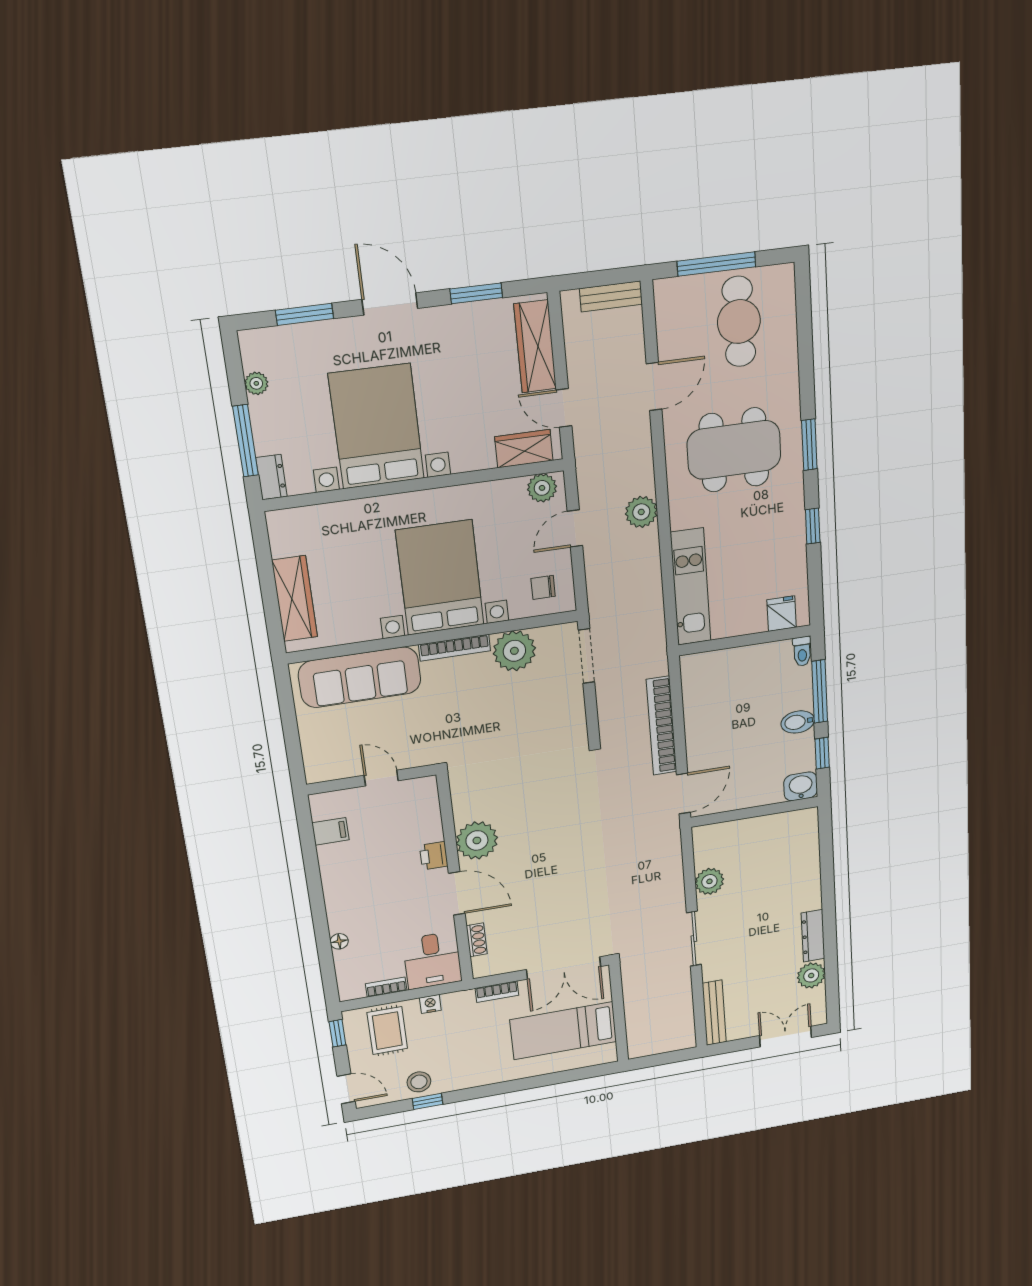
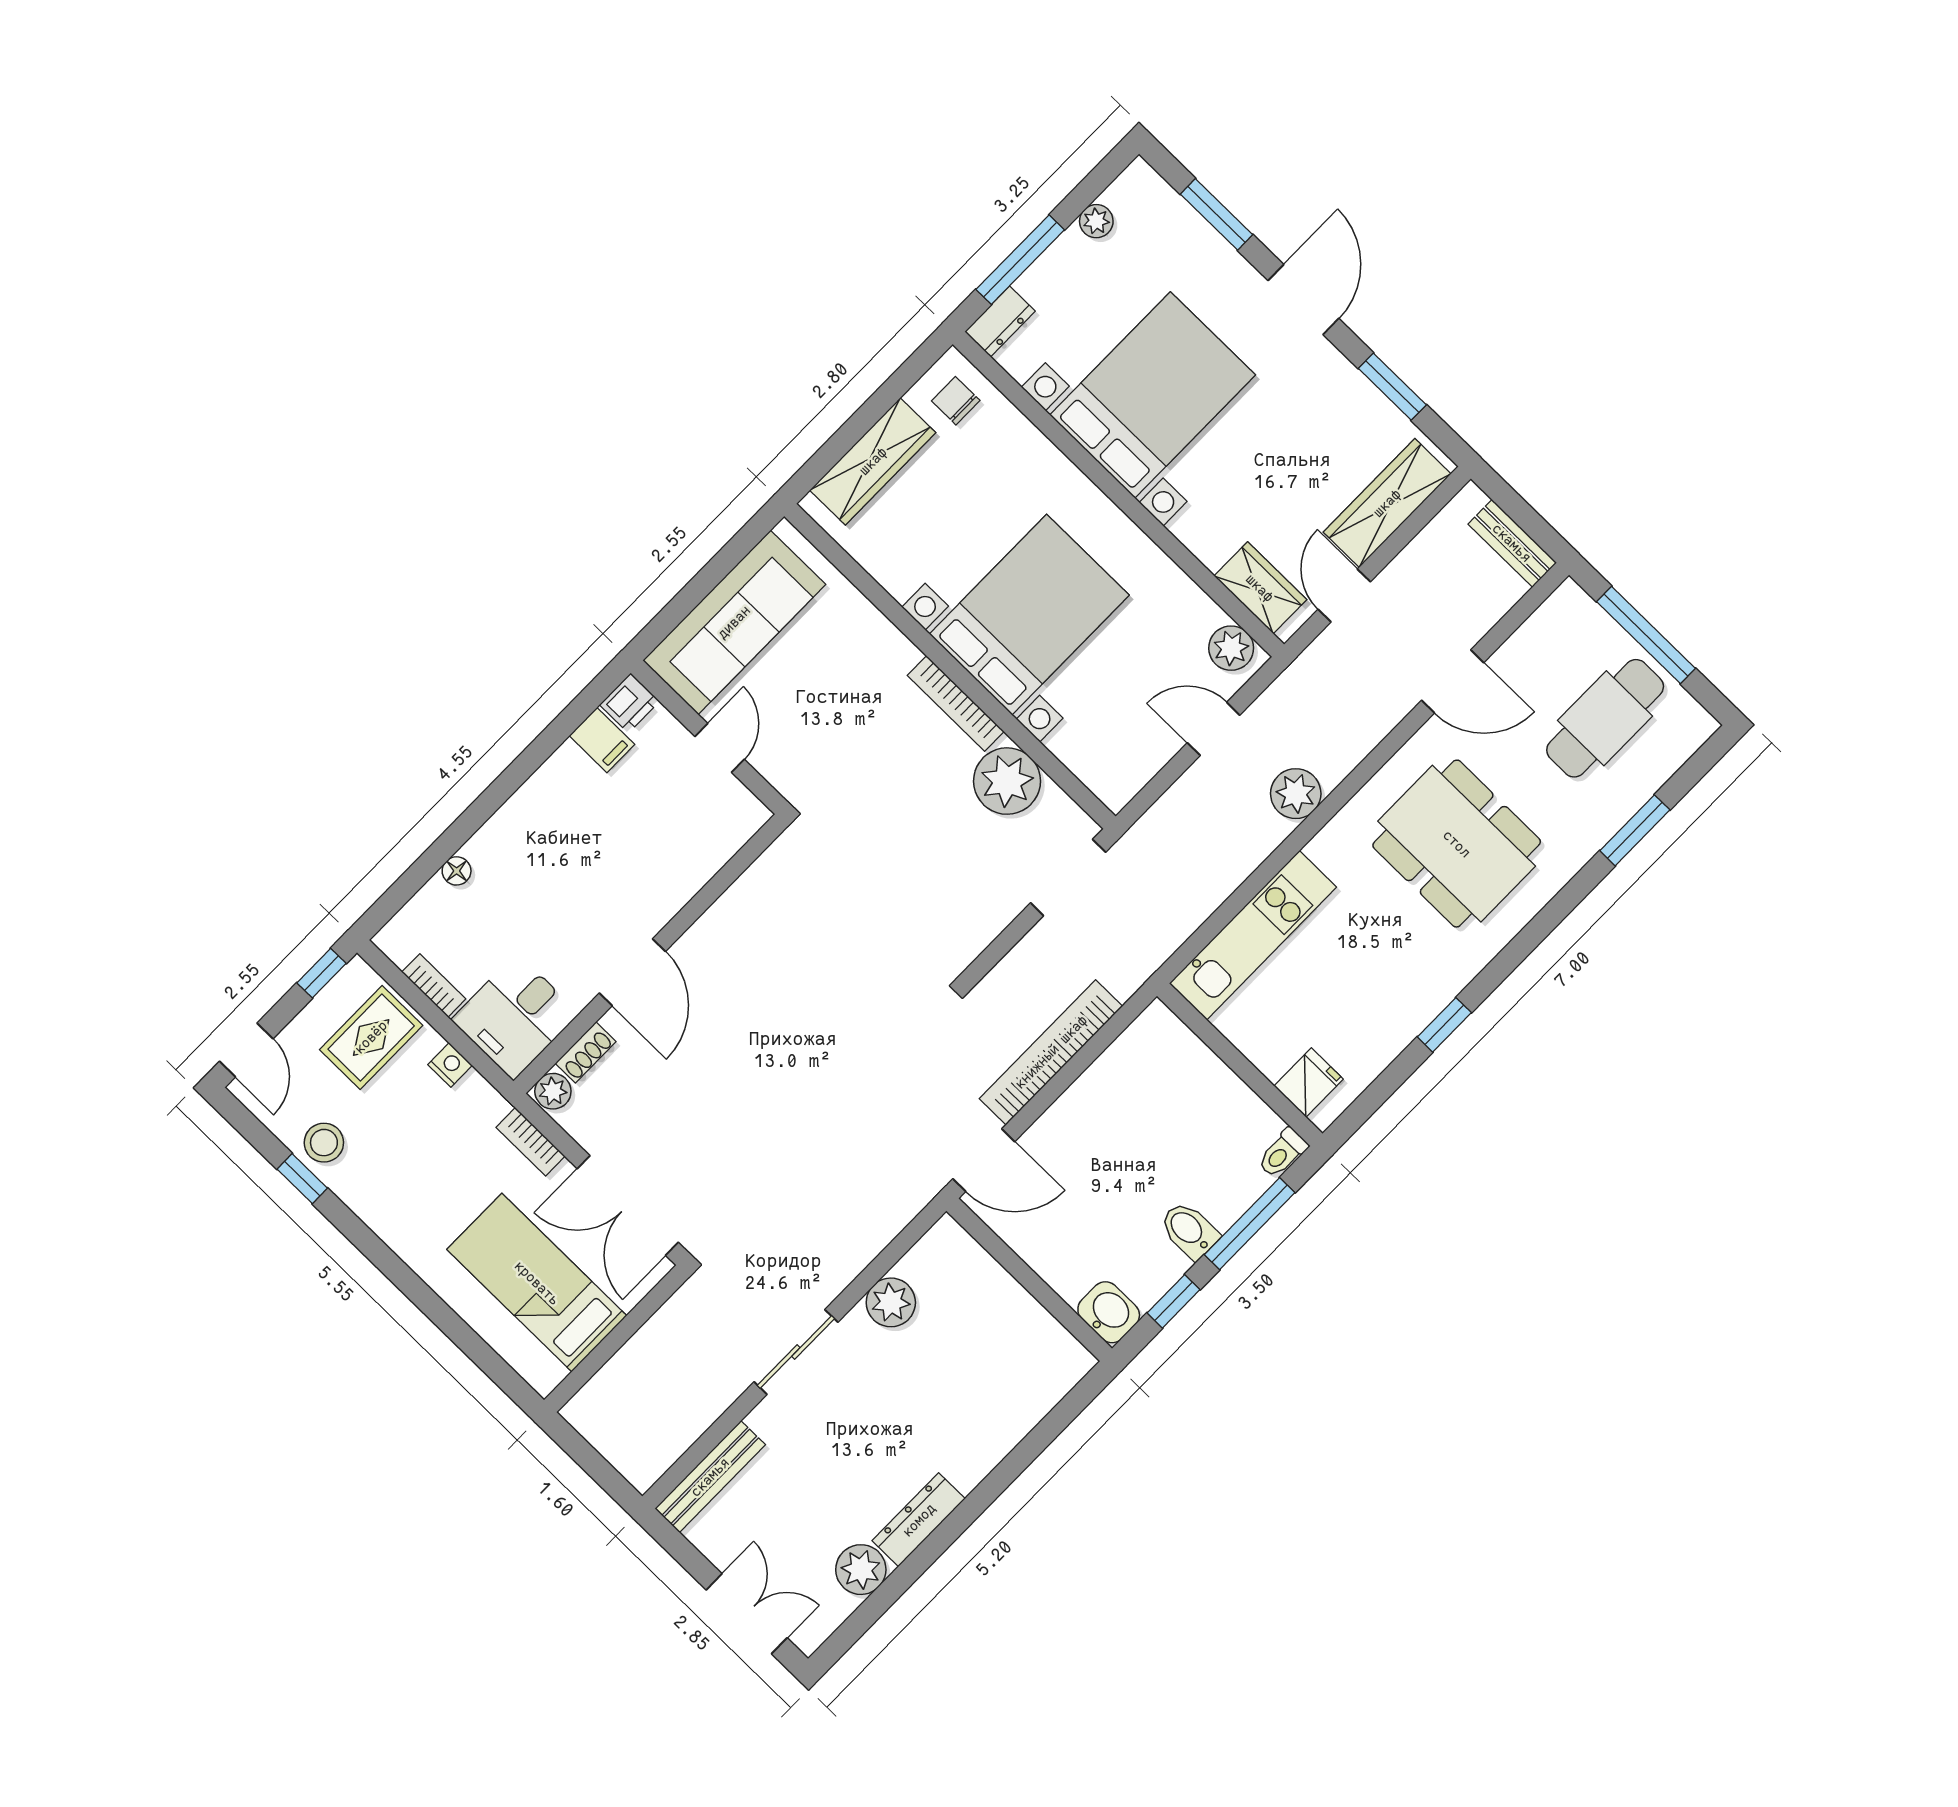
window: (809, 445) -> (1635, 830), moved
chair: (543, 587) -> (956, 401), moved
sofa: (360, 677) -> (734, 622), moved, turned -90
plant: (477, 840) -> (553, 1091), moved, width x0.53, depth x0.53
printer: (434, 856) -> (630, 703), moved, turned 180

